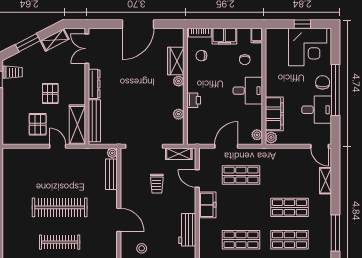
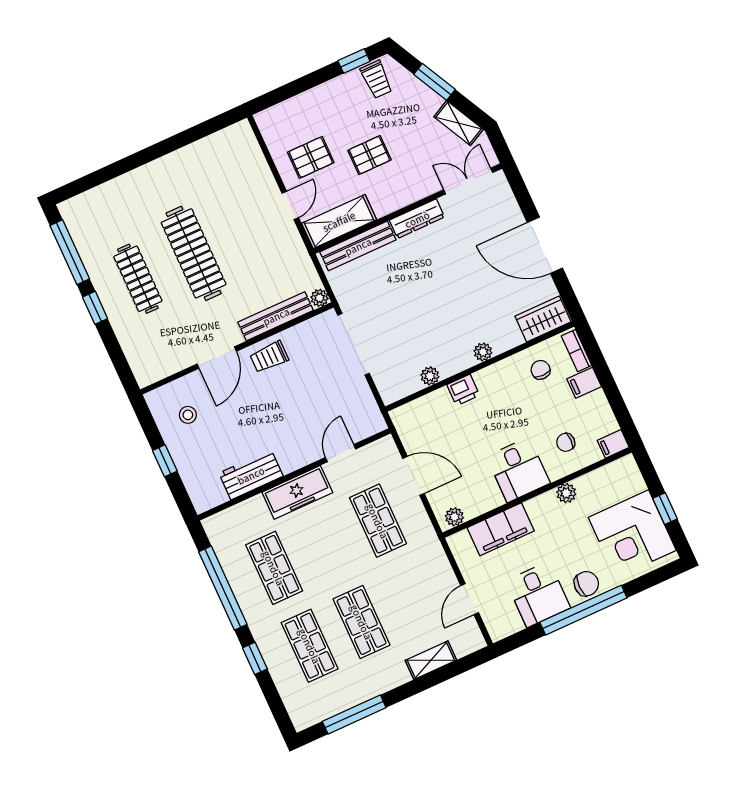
filing cabinet: (224, 36) -> (584, 383), width x0.50
wardrobe: (176, 61) -> (543, 319), moved
plant: (271, 137) -> (566, 493), moved
door: (320, 146) -> (470, 599), moved
shelving: (179, 154) -> (367, 405), removed
bench: (111, 174) -> (276, 316), width x1.36
trolley: (157, 184) -> (269, 357), moved
freezer: (207, 205) -> (297, 492), width x1.40

